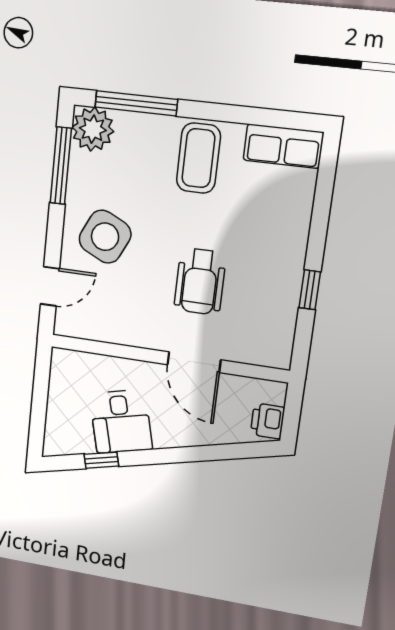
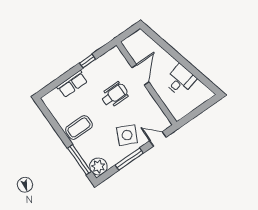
row of seats: (283, 146) -> (72, 84), moved, turned 90
window: (61, 166) -> (129, 159), moved
printer: (268, 421) -> (138, 37), removed
window: (101, 460) -> (199, 75), removed

